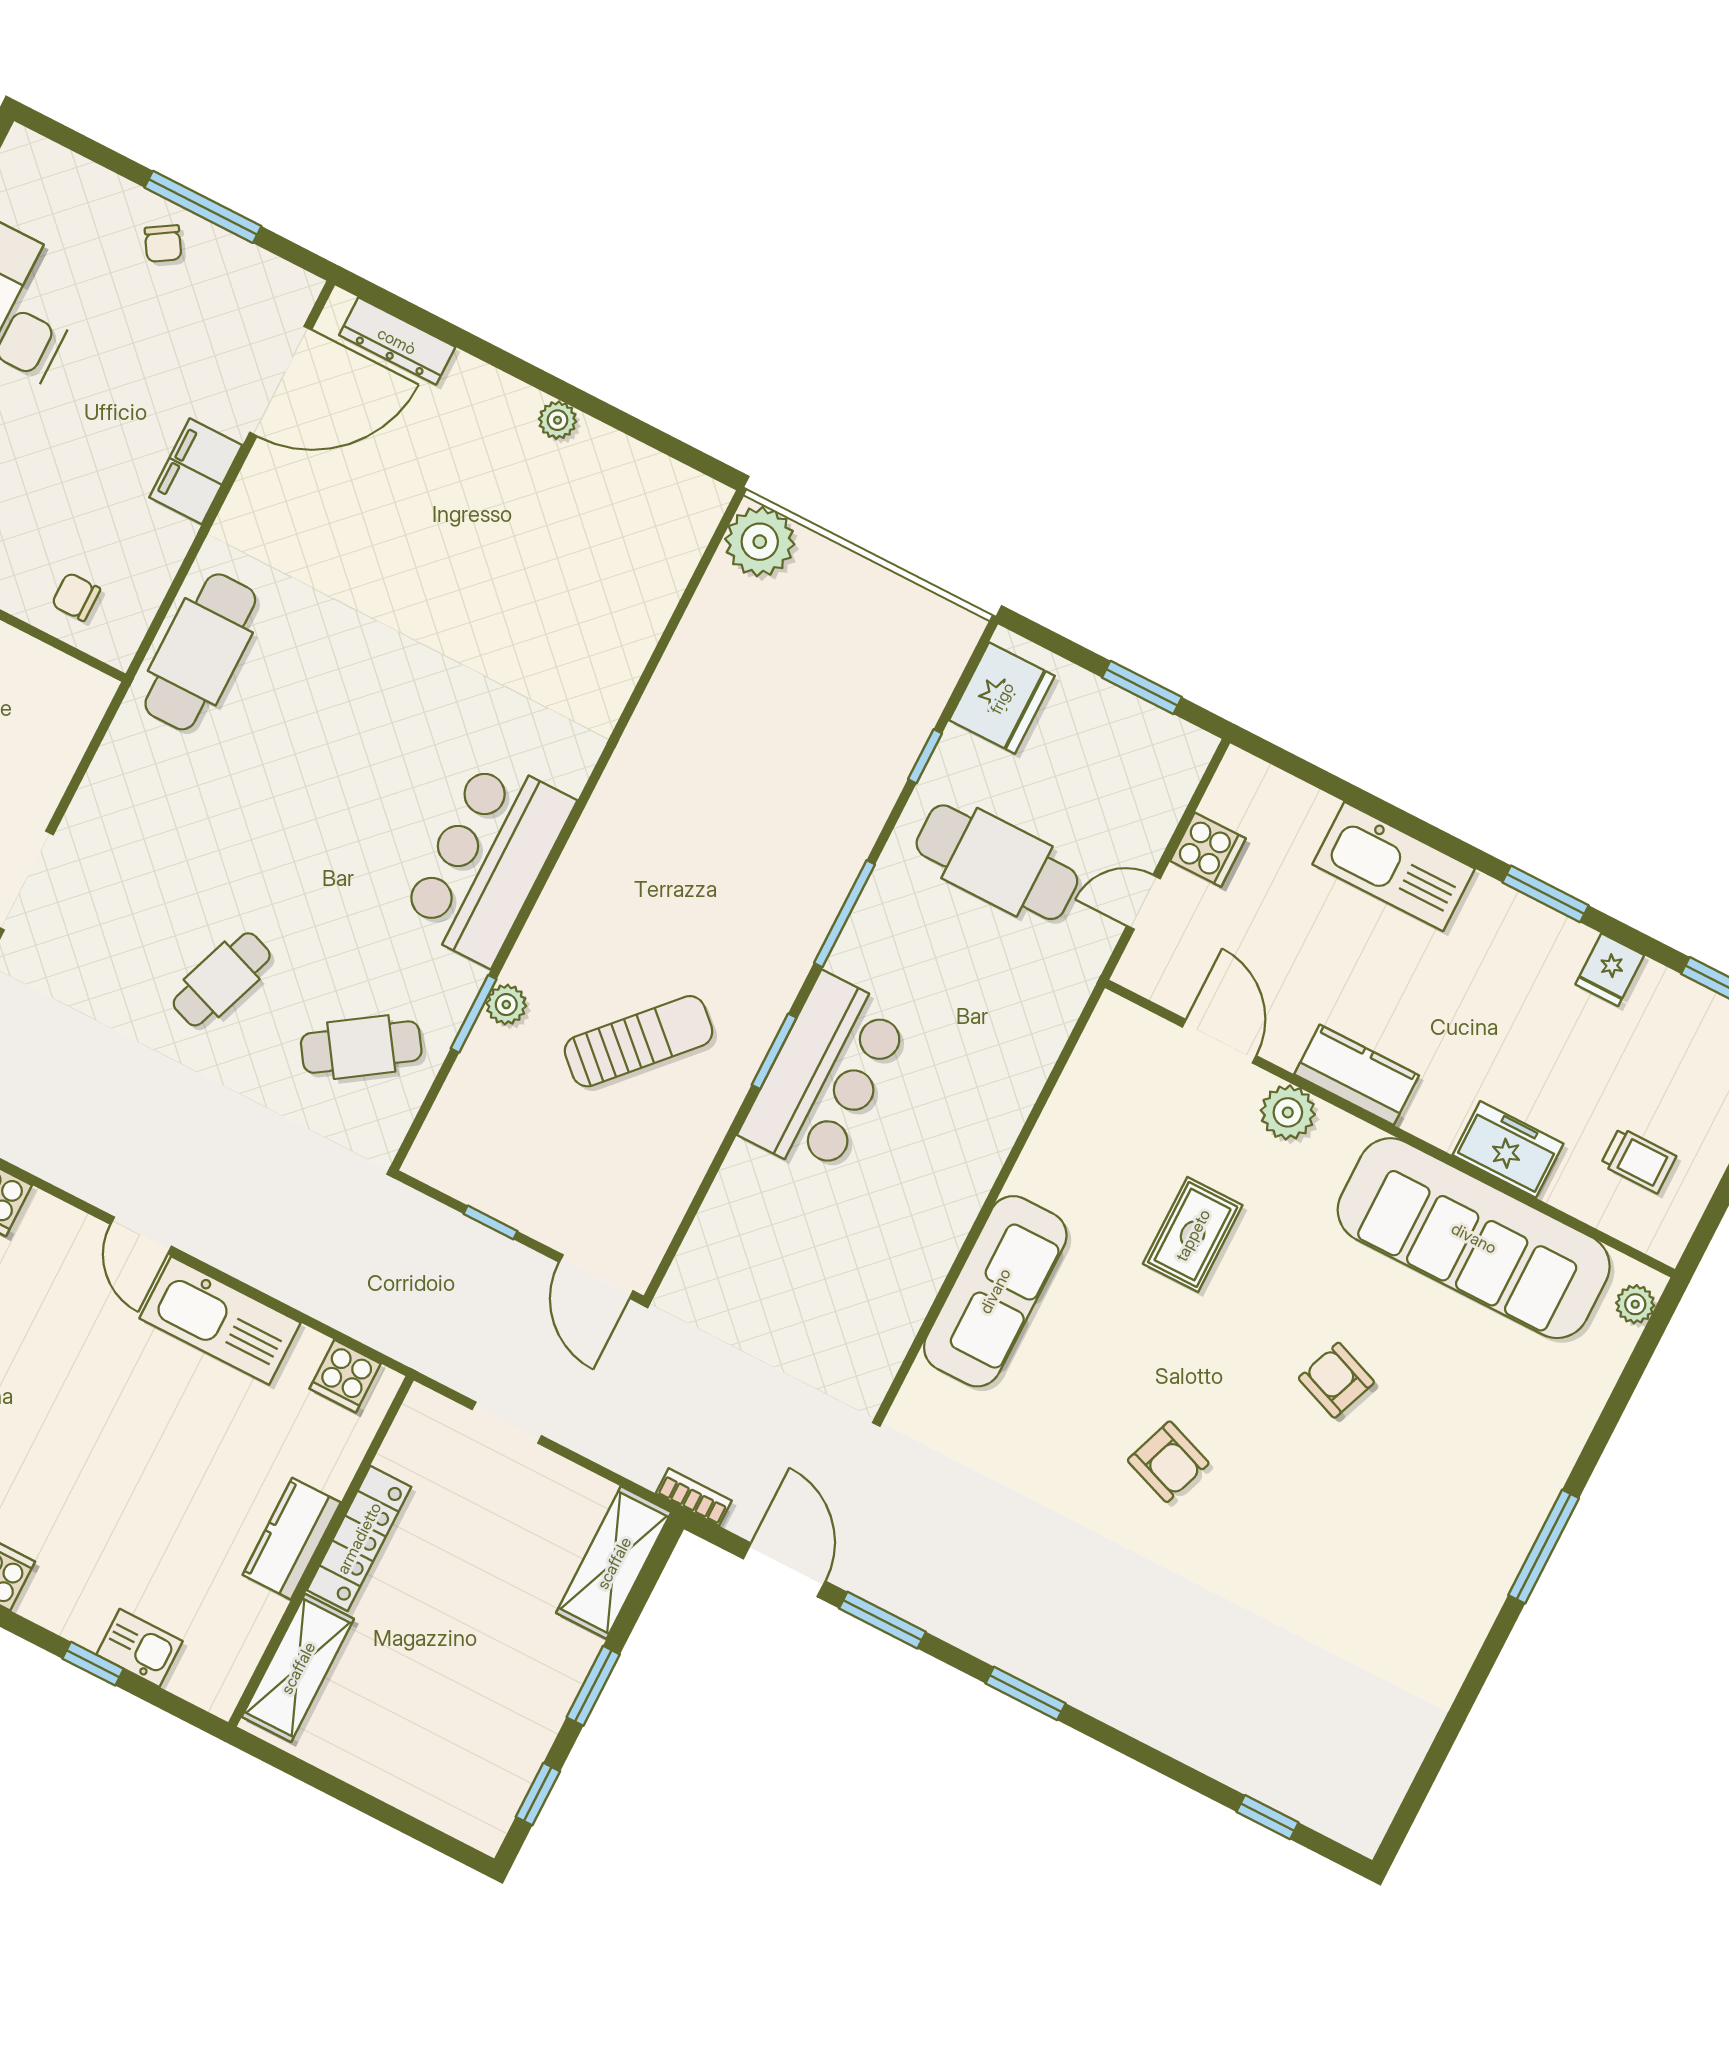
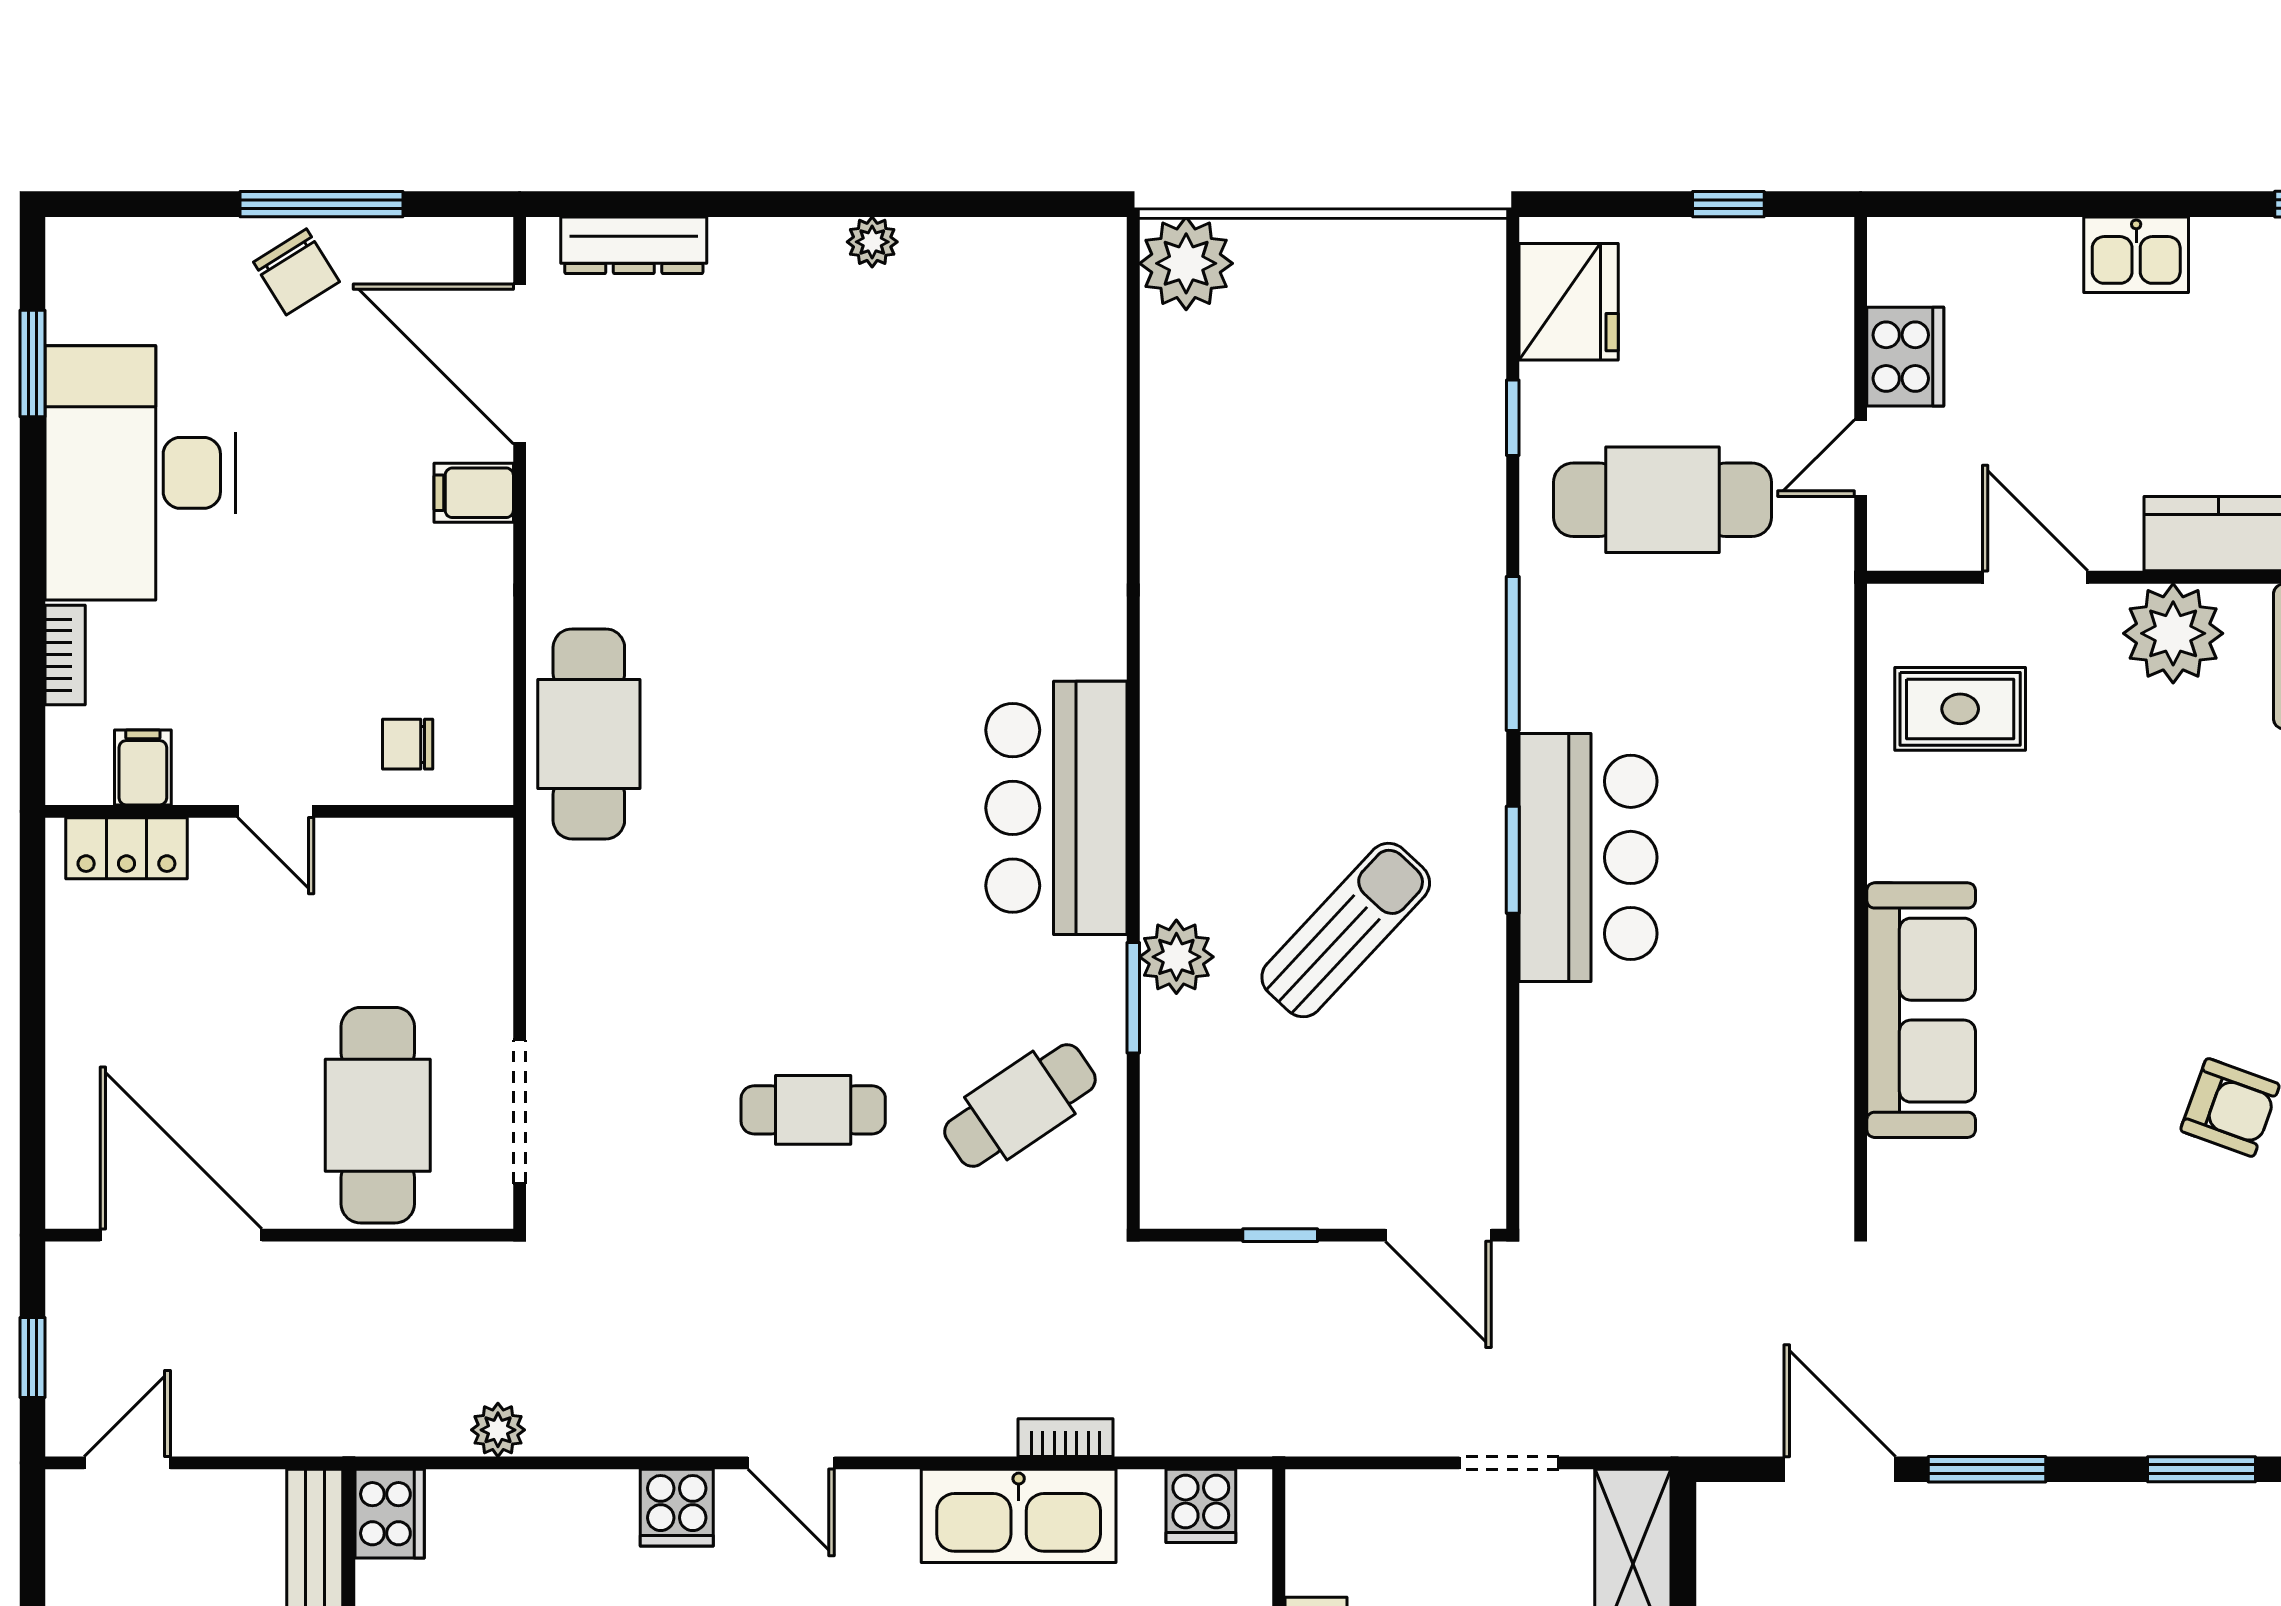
chair: (163, 243) -> (296, 272), width x1.37, depth x1.37
door: (281, 381) -> (520, 364), swing flipped
filing cabinet: (196, 471) -> (474, 493), width x0.50
window: (1142, 687) -> (1728, 204), width x0.67
cooker: (1208, 850) -> (1905, 357), width x1.36
kitchen sink: (1394, 867) -> (2136, 255), width x0.53, depth x0.81
cafe table: (222, 979) -> (813, 1110), turned 70
plant: (506, 1005) -> (1176, 957), width x1.38, depth x1.38
plant: (1288, 1112) -> (2173, 633), width x1.36, depth x1.36
door: (141, 1235) -> (791, 1463), moved
rug: (1193, 1235) -> (1960, 709), moved, turned 90
doorway: (507, 1423) -> (1509, 1463), moved
bookcase: (694, 1497) -> (1066, 1438), moved

